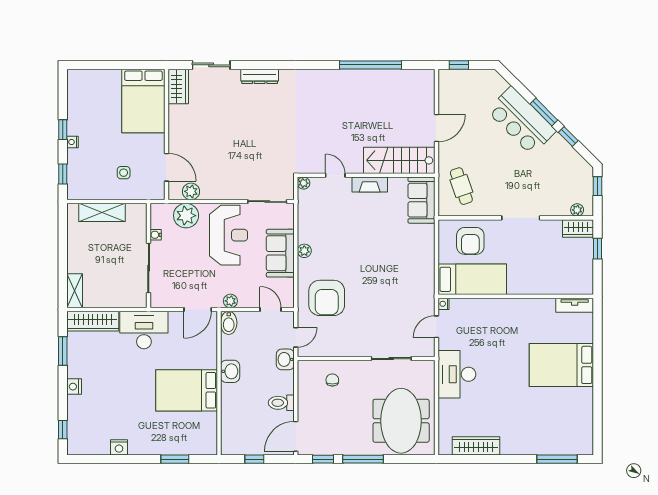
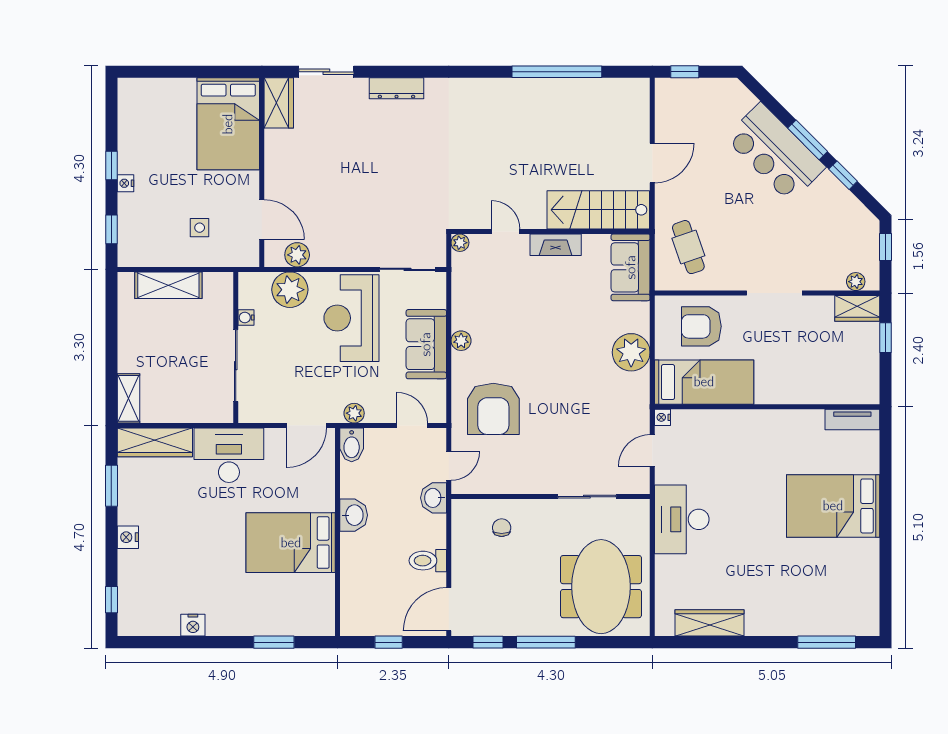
reception desk: (229, 235) -> (351, 318), turned 180
armchair: (470, 241) -> (701, 326), turned 90
plant: (422, 259) -> (631, 352), added

